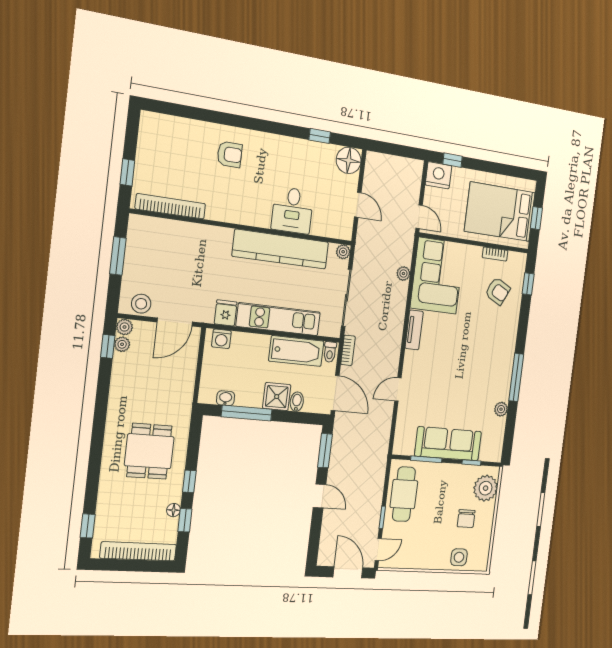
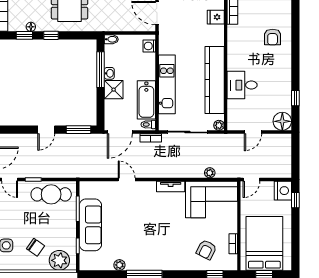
fridge: (226, 313) -> (216, 17), moved, turned 180
washbasin: (226, 398) -> (109, 73), moved
bidet: (297, 402) -> (111, 39), moved
chair: (466, 519) -> (36, 247), turned -145

